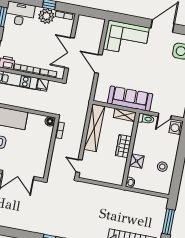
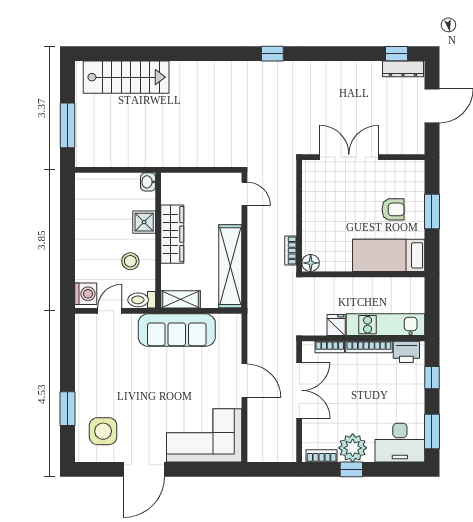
wardrobe: (124, 146) -> (172, 234), width x1.50
stool: (162, 167) -> (130, 261), moved

